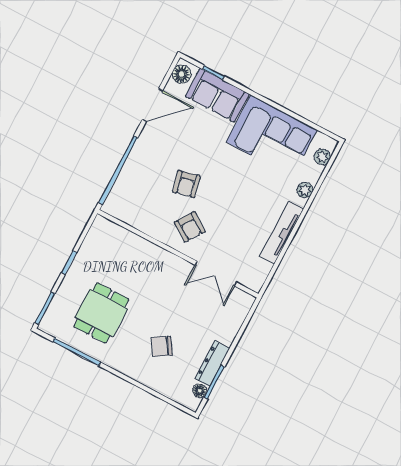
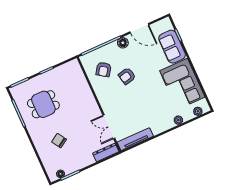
floor lamp: (181, 74) -> (123, 43), moved
armchair: (190, 227) -> (104, 69), moved
tv unit: (282, 233) -> (135, 139), moved
dresser: (212, 363) -> (106, 152), moved

